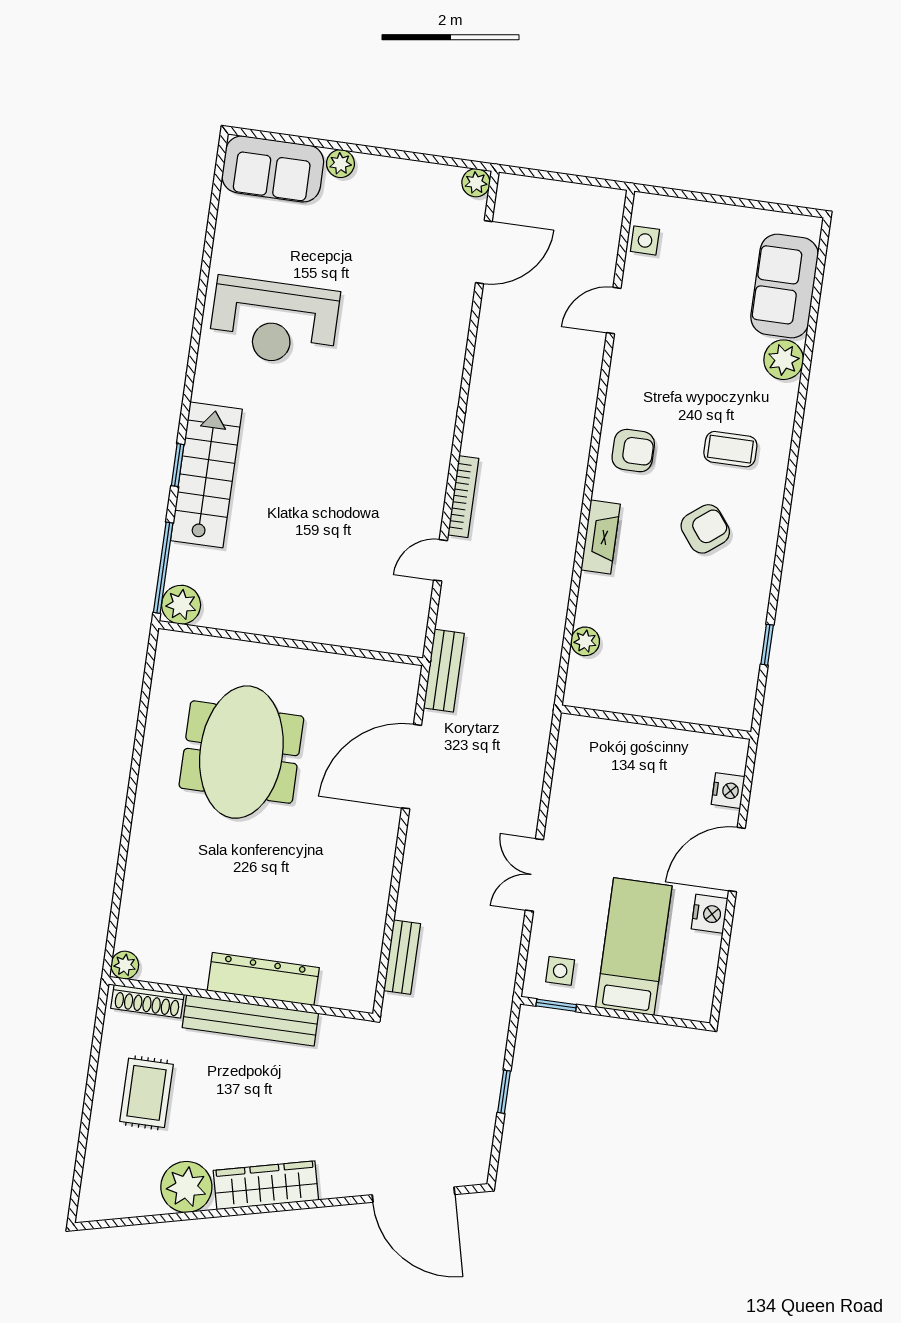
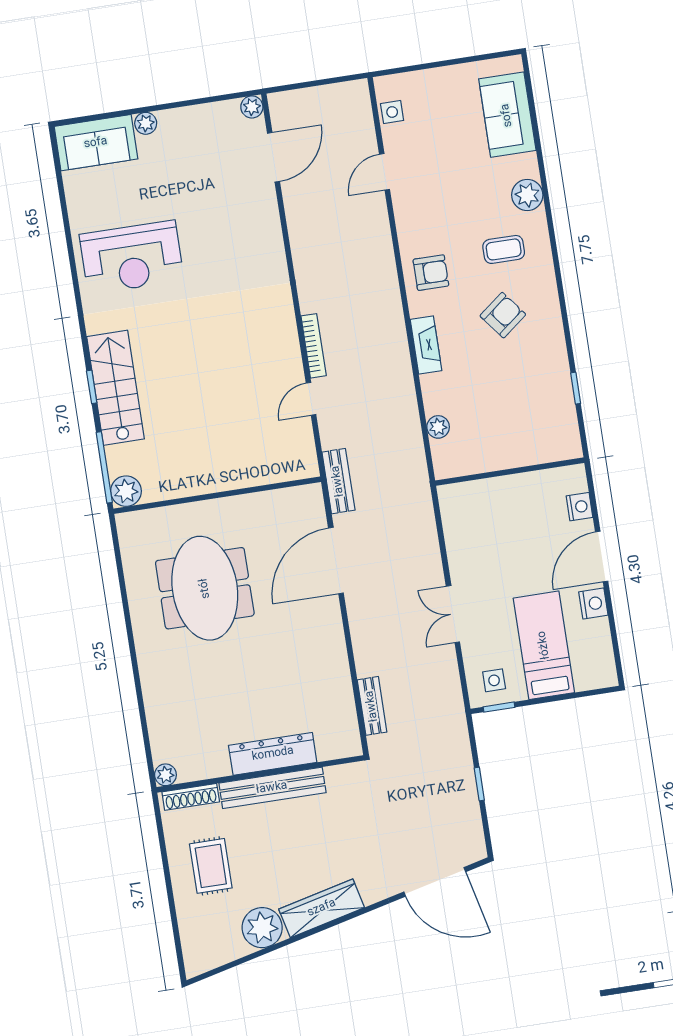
plant: (784, 360) -> (527, 195), moved

